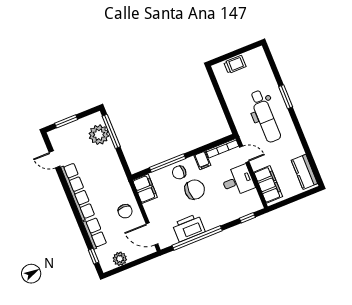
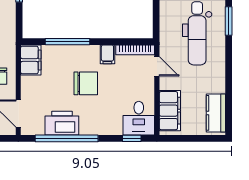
chair: (179, 172) -> (76, 57), removed
desk: (238, 181) -> (139, 118), moved, turned 90

